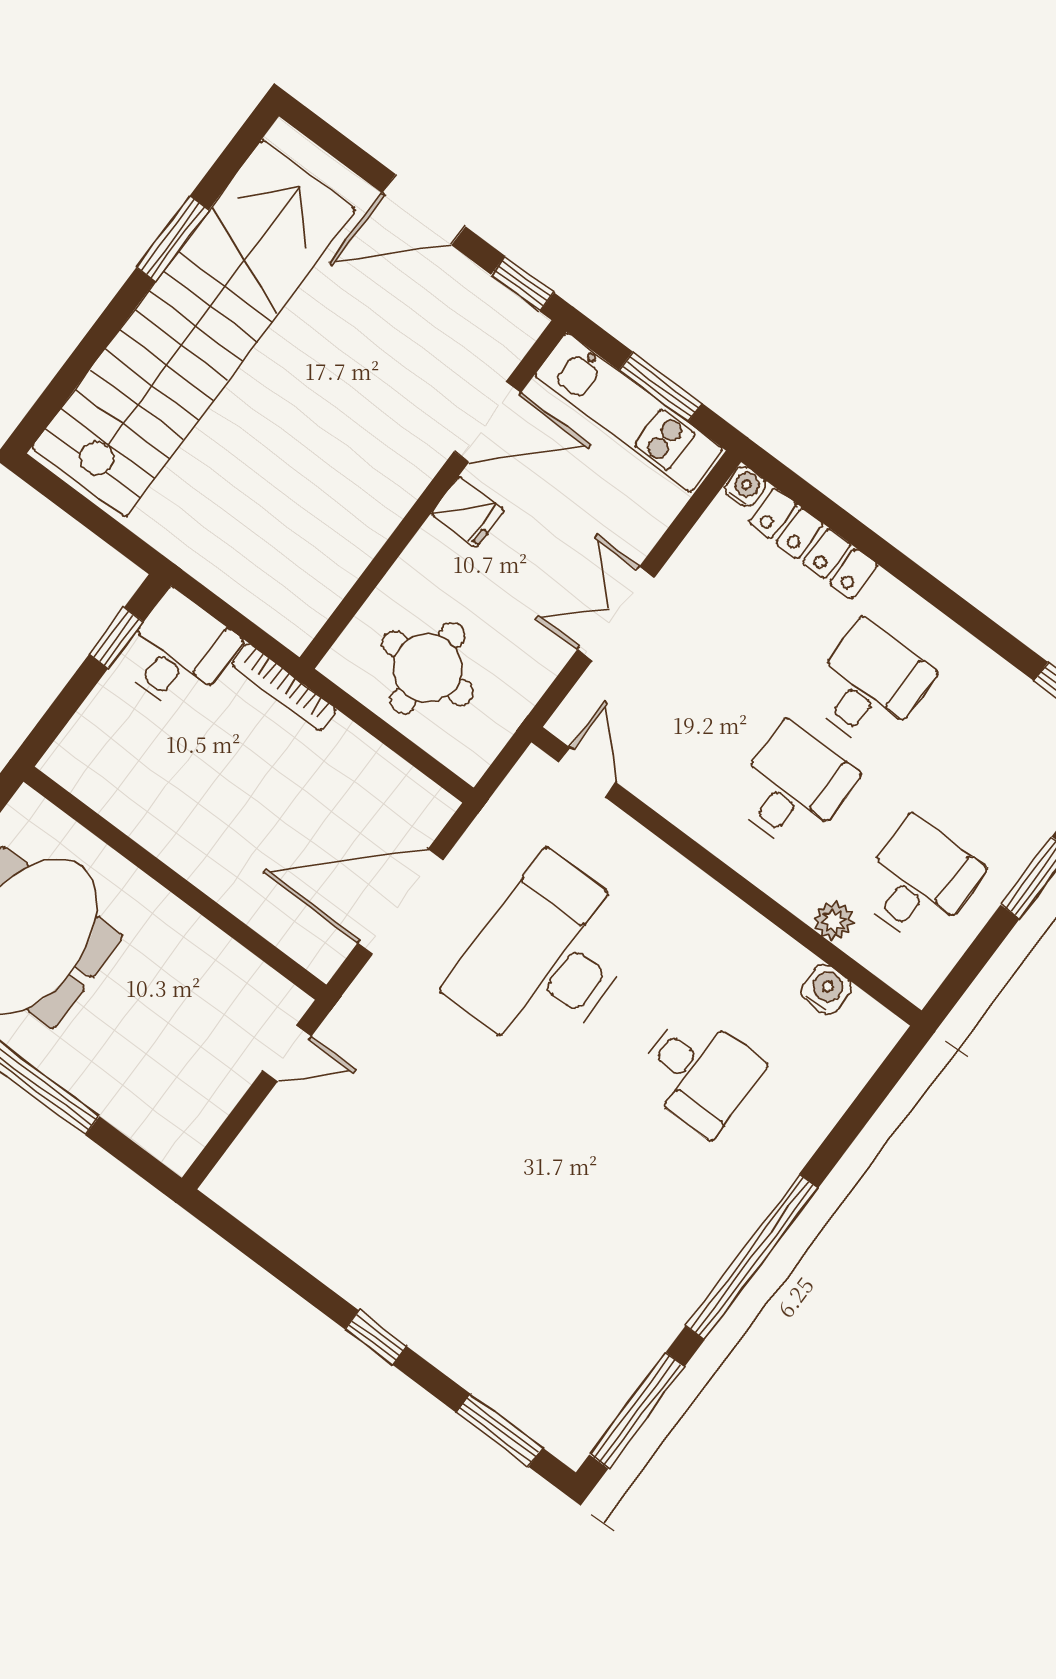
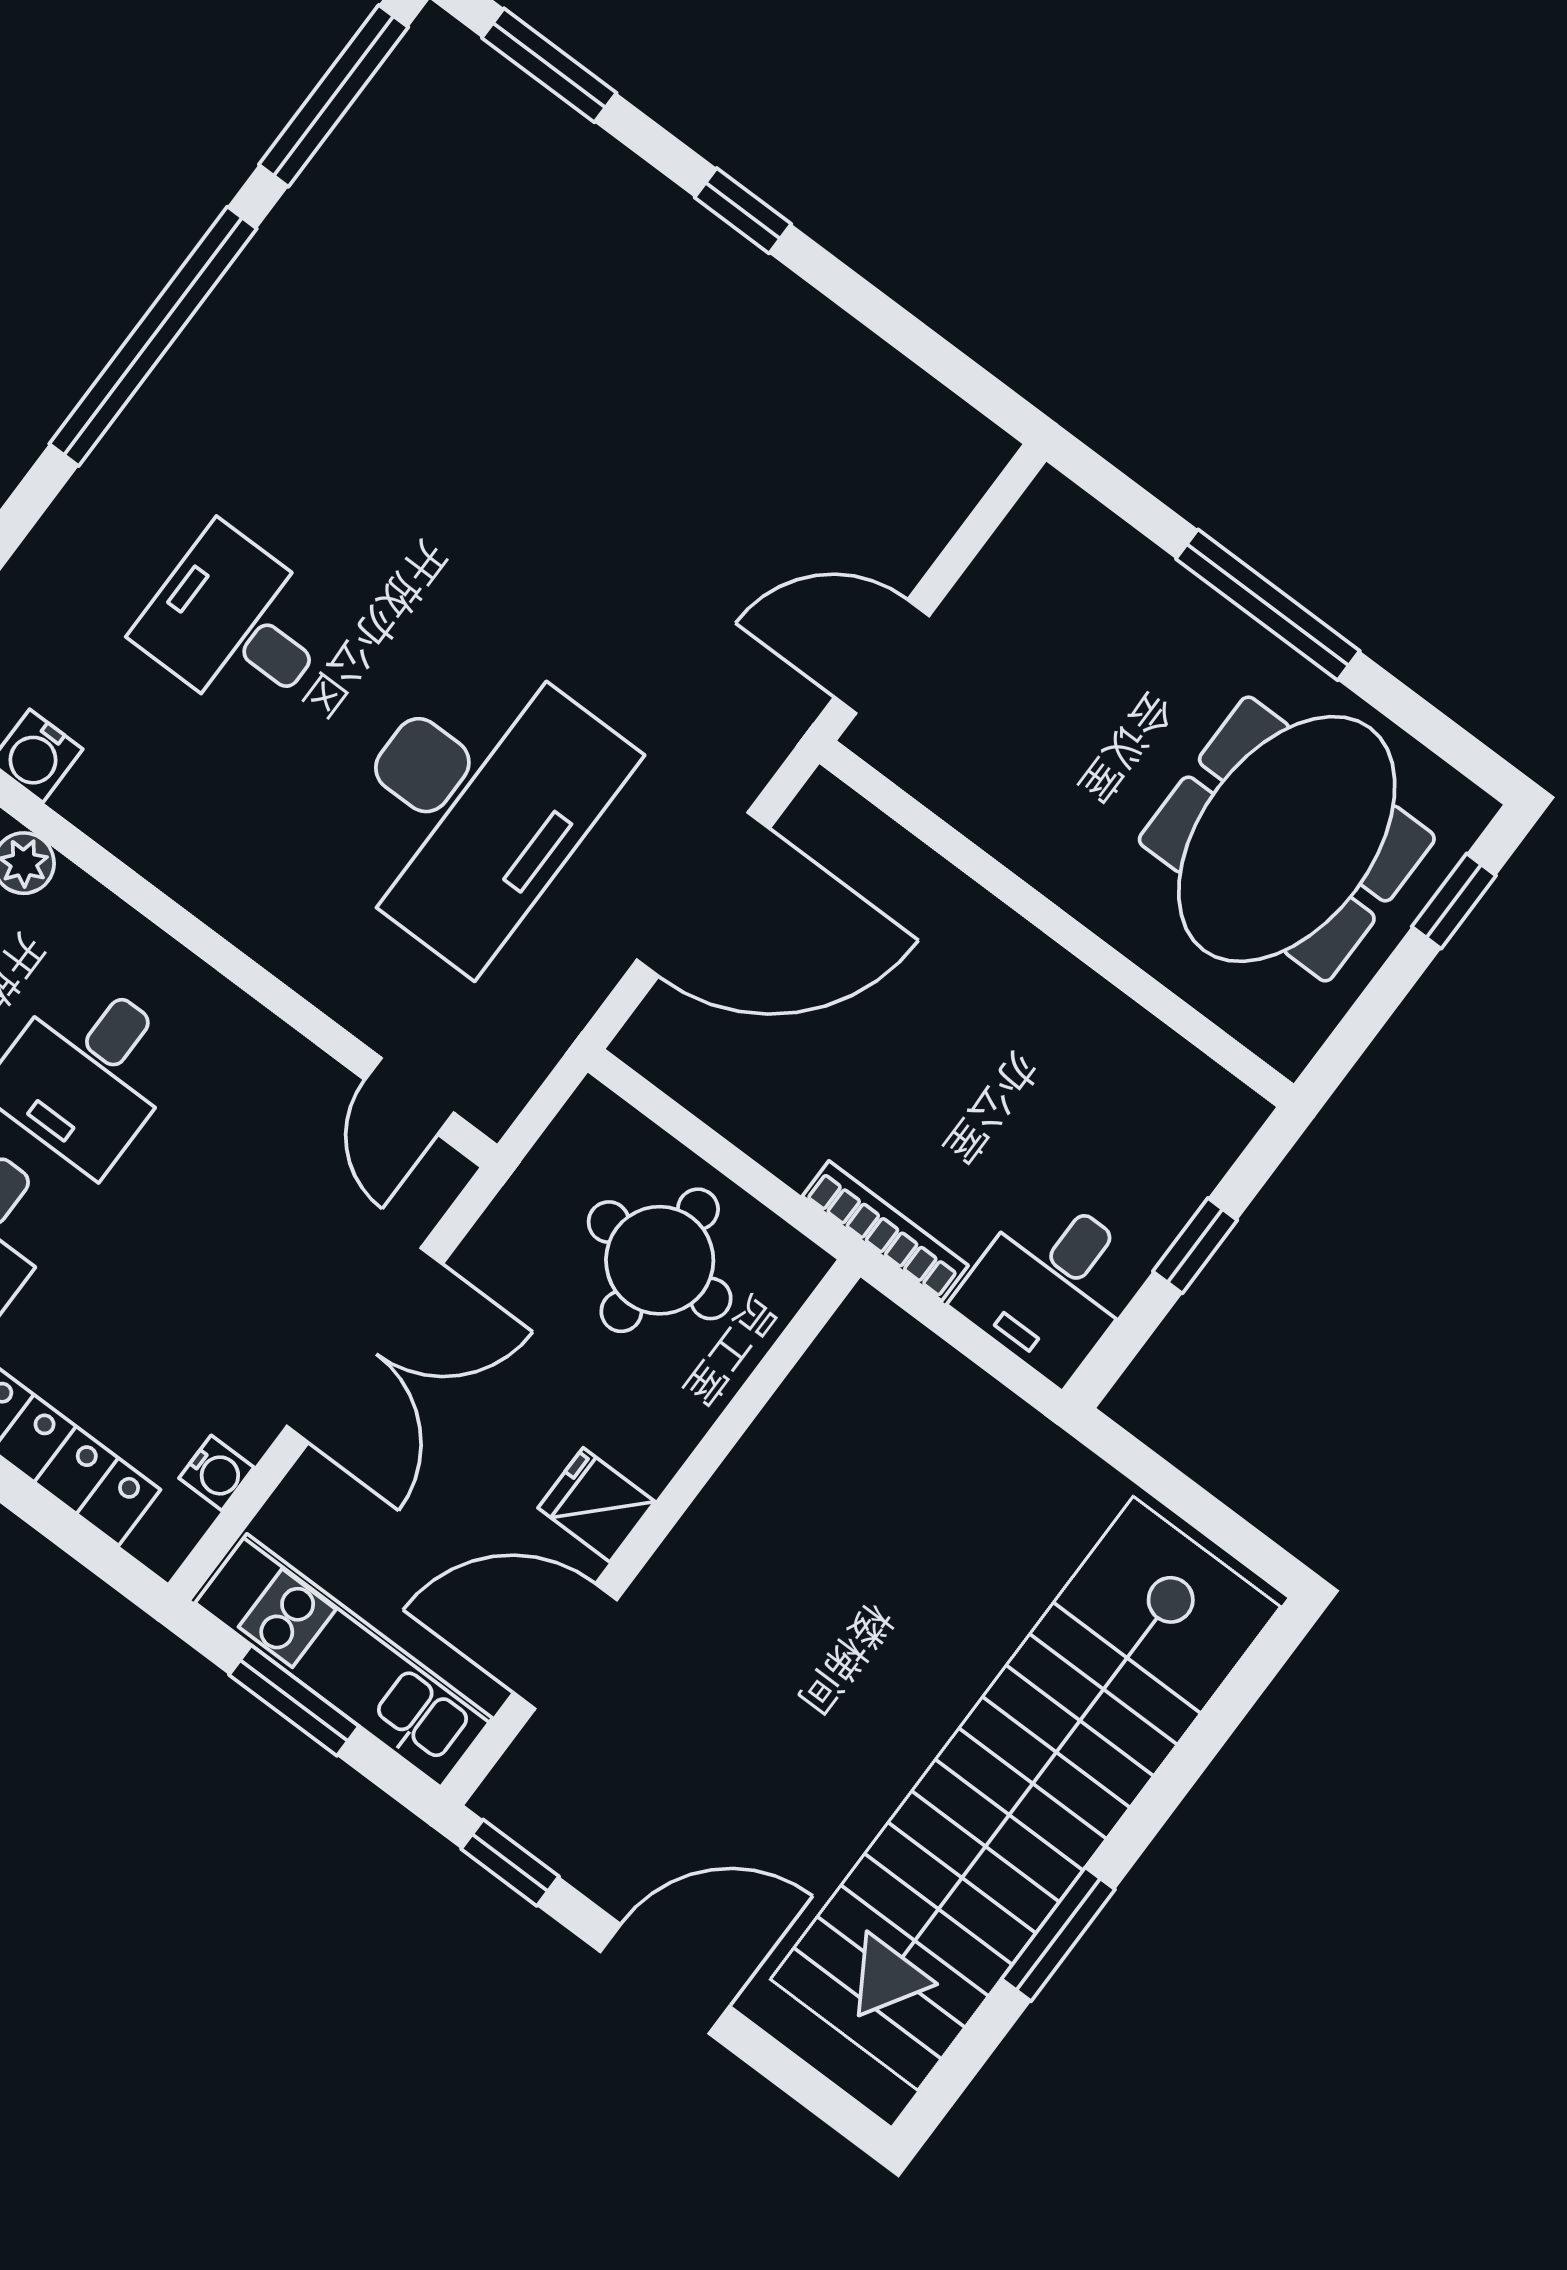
water cooler: (745, 487) -> (216, 1473), moved, turned -90
double door: (616, 614) -> (365, 1345), width x1.37
window: (116, 638) -> (1195, 1246), moved
door: (287, 1053) -> (882, 656), width x1.38

